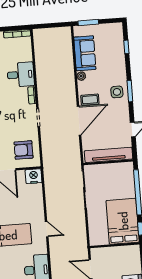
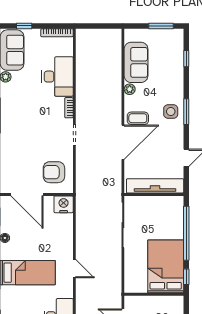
window: (88, 22) -> (161, 26), moved
desk: (21, 75) -> (57, 77), width x1.37

